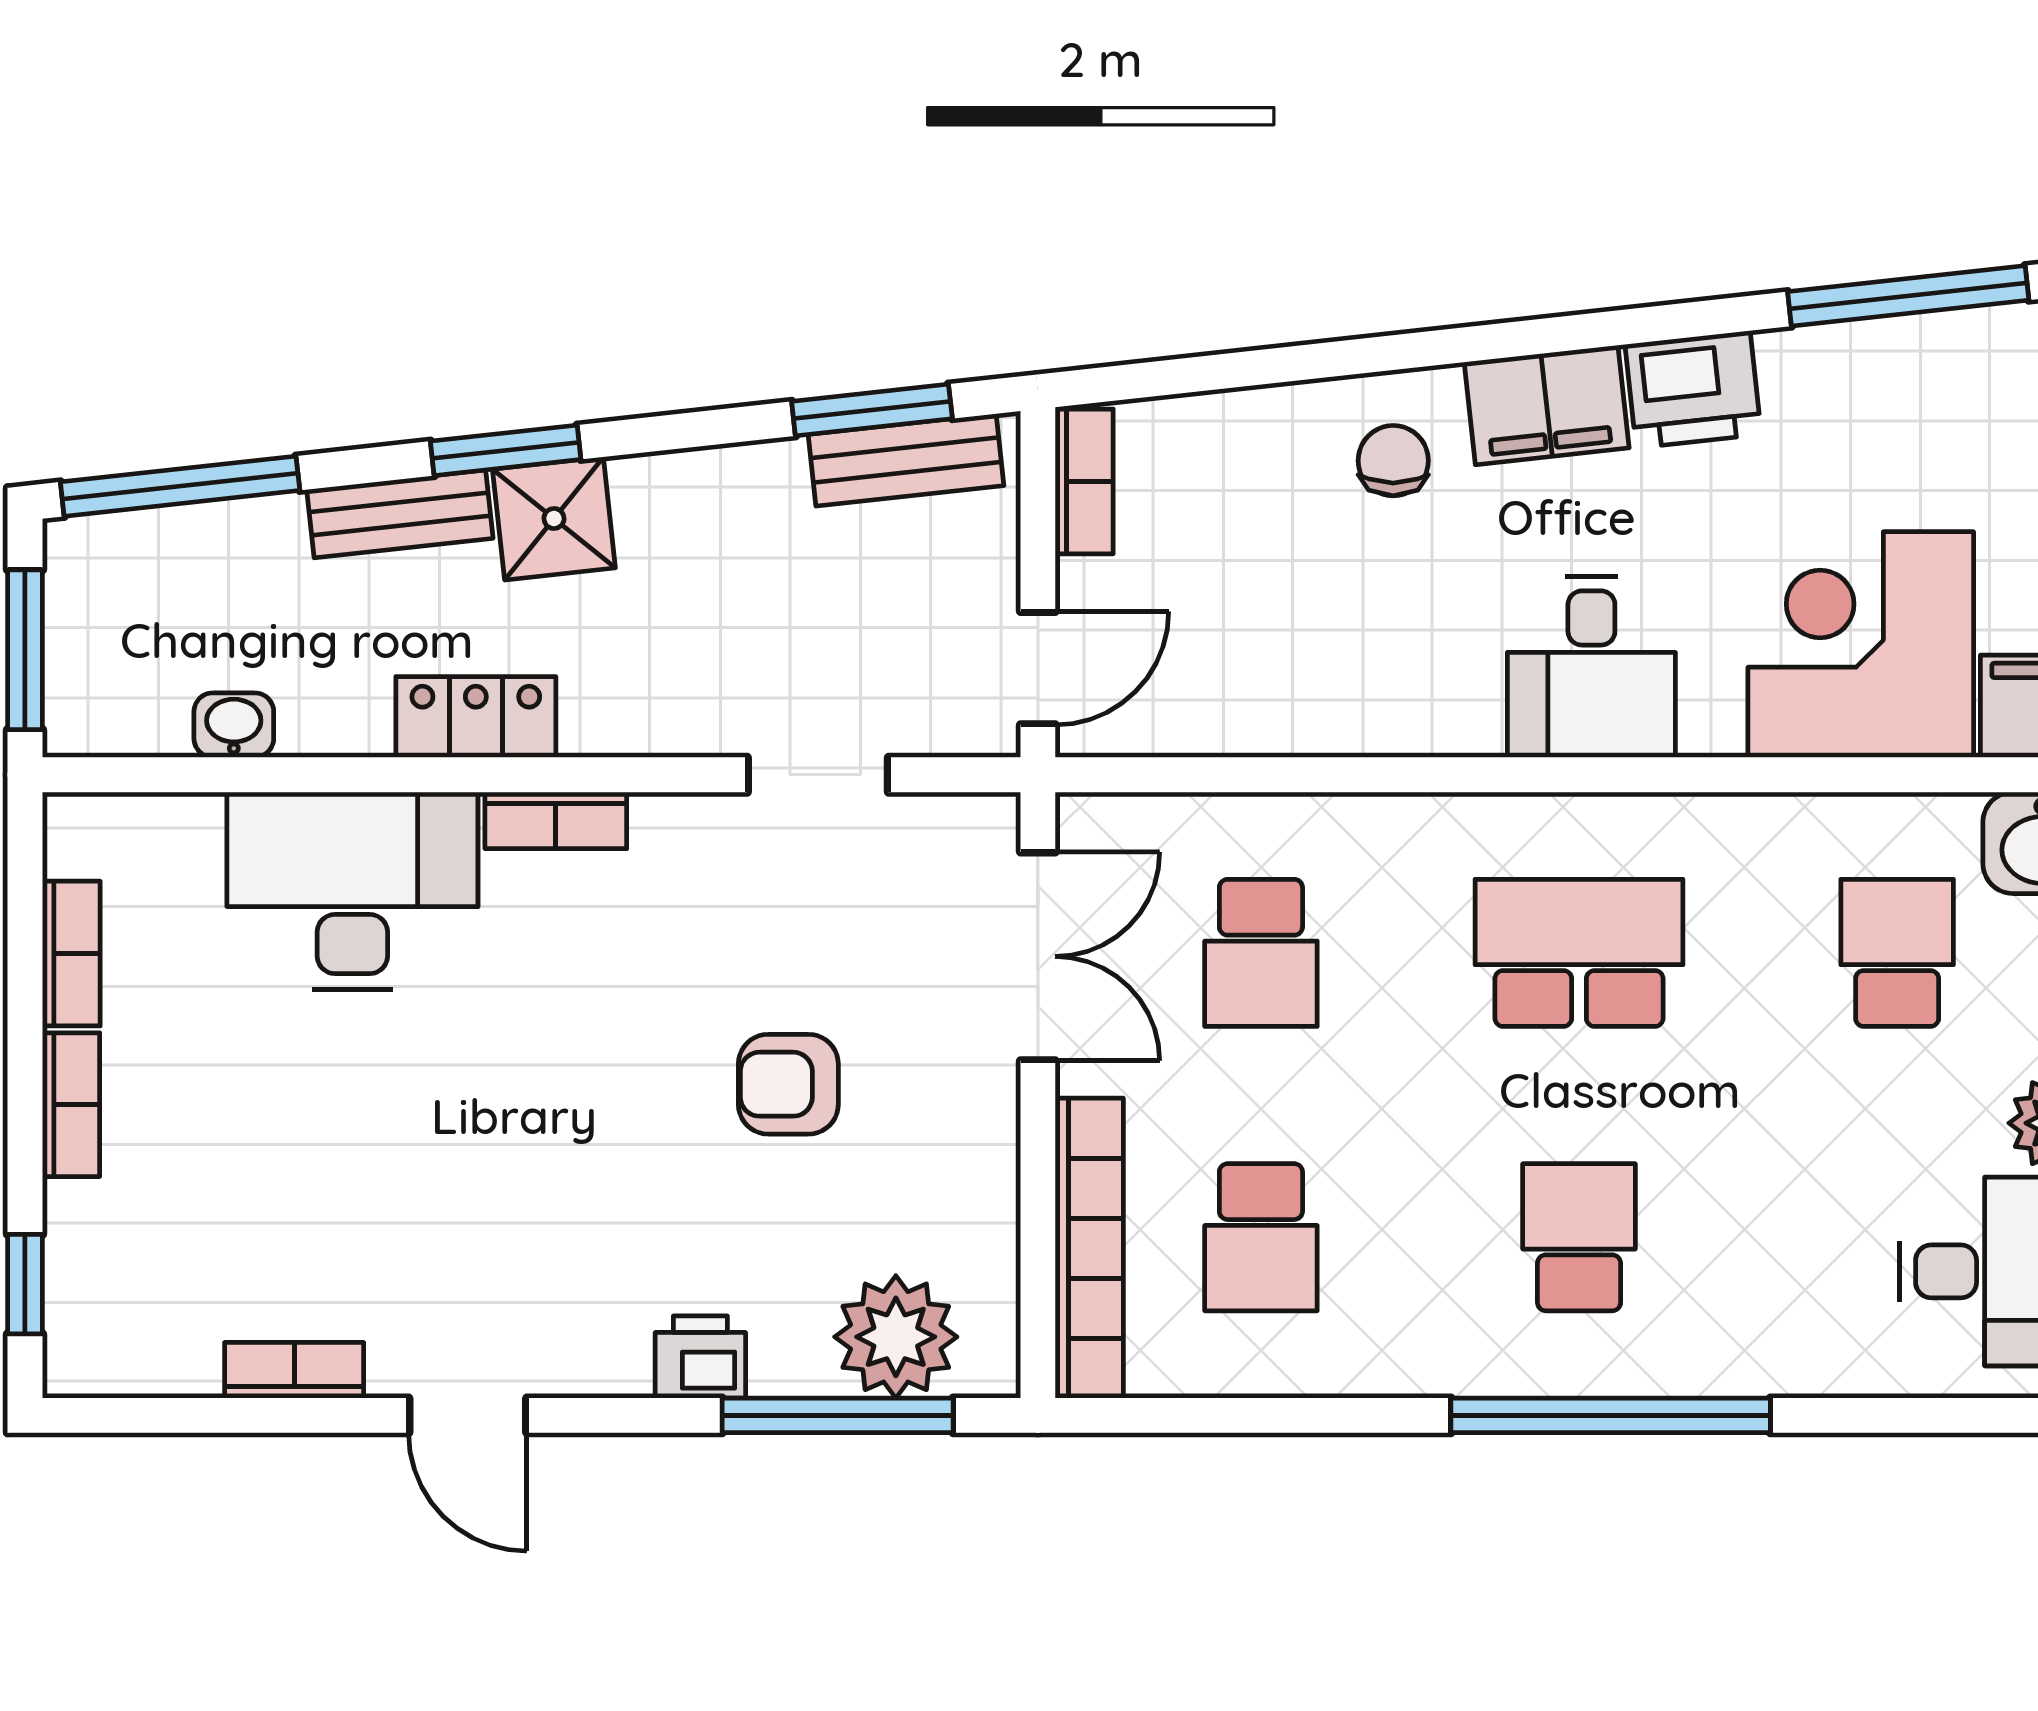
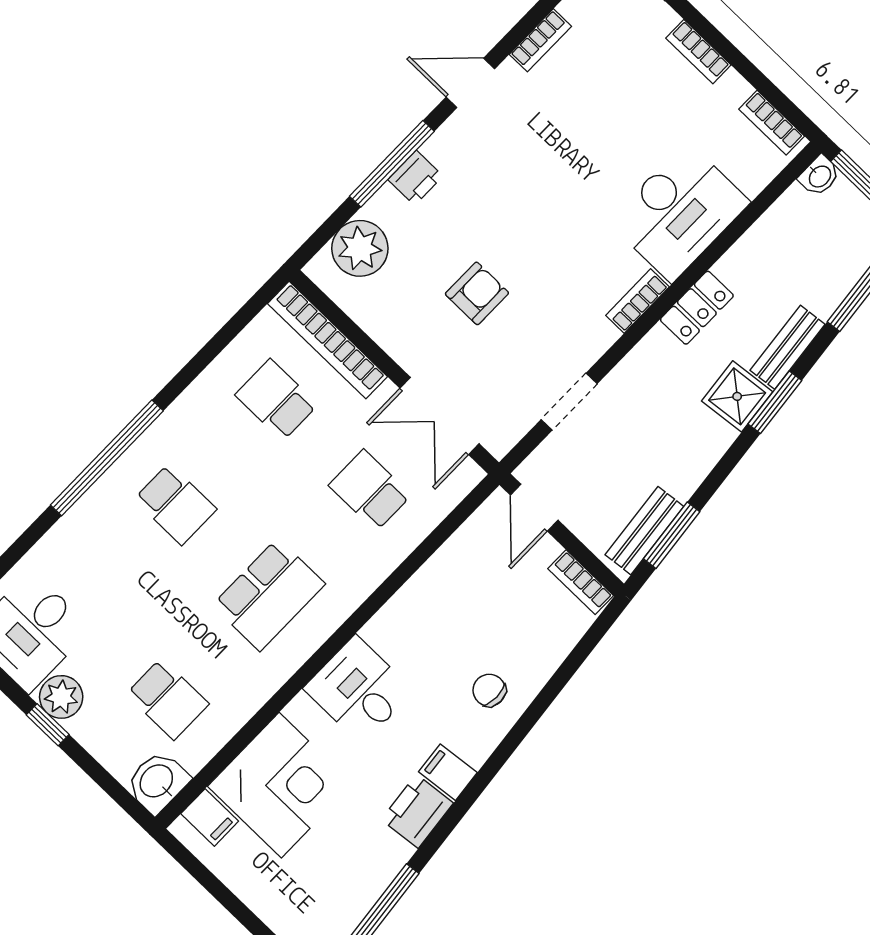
filing cabinet: (1547, 405) -> (448, 772), width x0.50
chair: (1393, 461) -> (489, 690), turned 180
washbasin: (234, 725) -> (819, 176), moved
bookcase: (71, 954) -> (772, 123), moved
window: (838, 1415) -> (392, 164), moved

